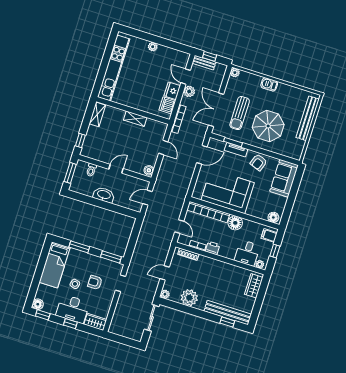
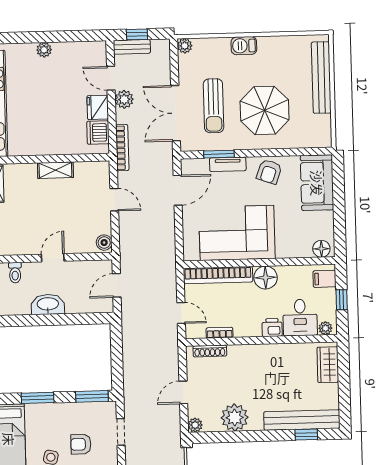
printer: (213, 248) -> (272, 328), moved

